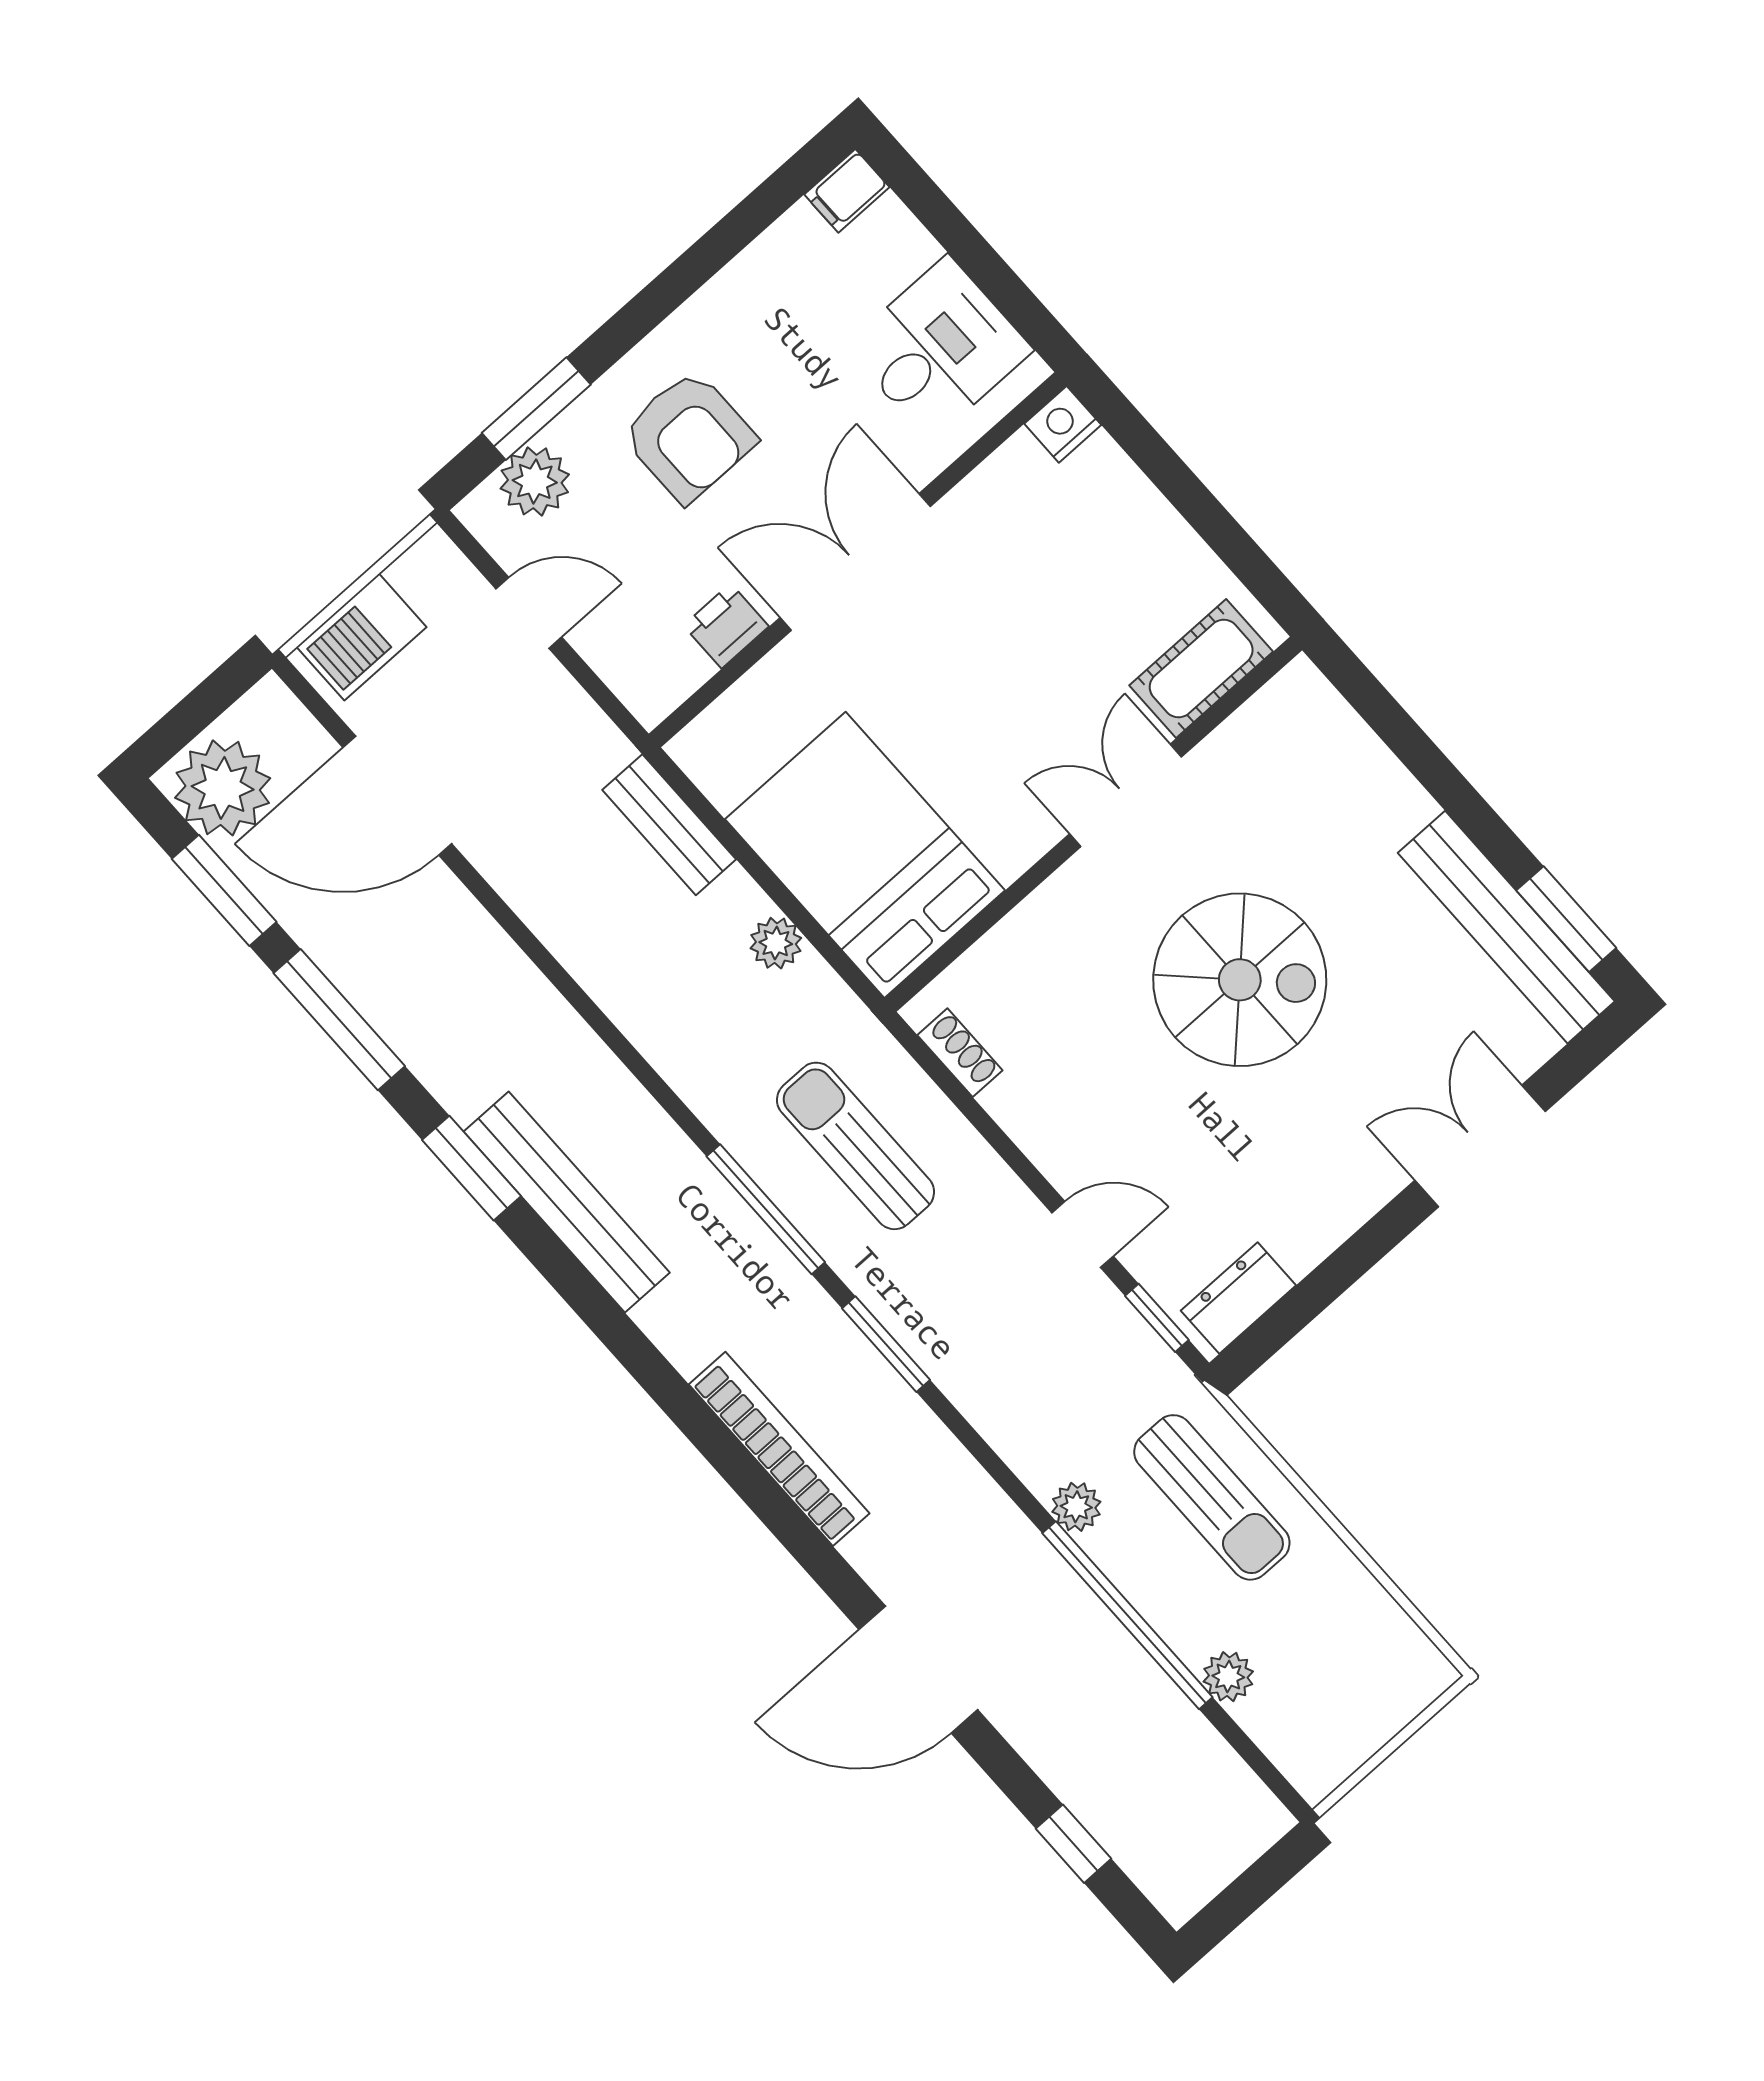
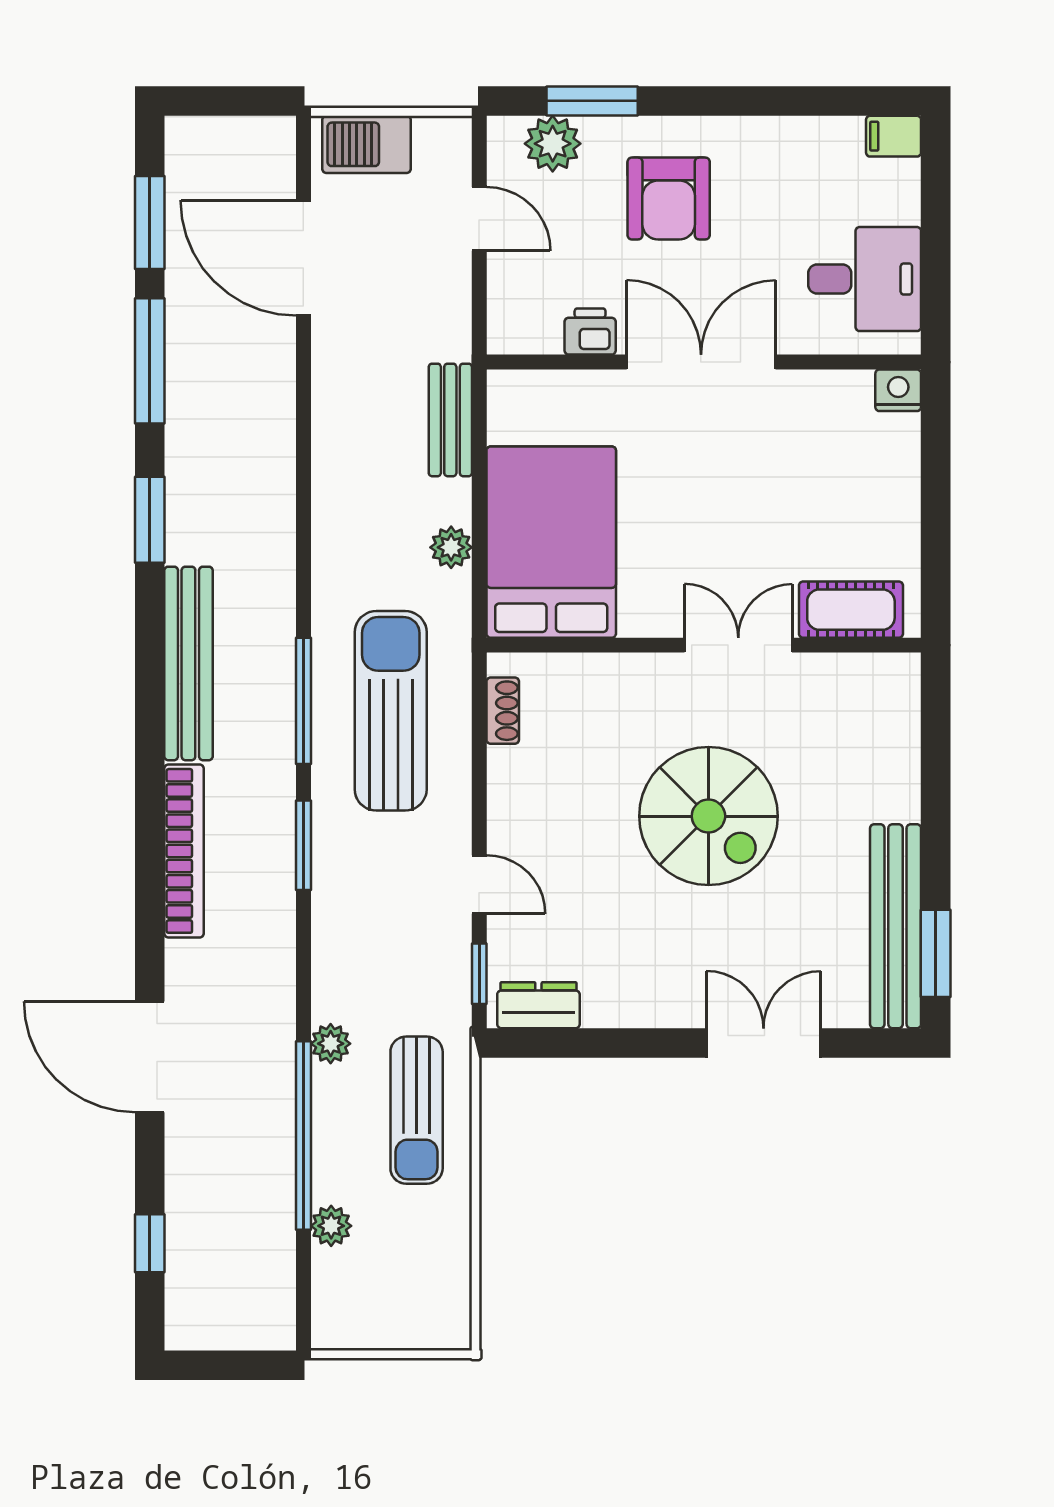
plant: (223, 788) -> (203, 161), removed
sun lounger: (856, 1146) -> (391, 711), width x1.36, depth x1.34
bench: (567, 1202) -> (188, 663), moved

